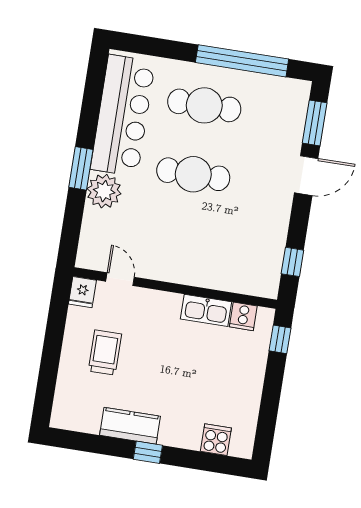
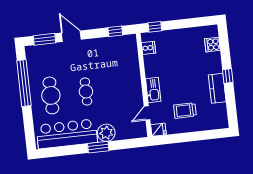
cafe table: (193, 174) -> (86, 92), width x0.73, depth x0.74
kitchen sink: (206, 310) -> (153, 90), moved

